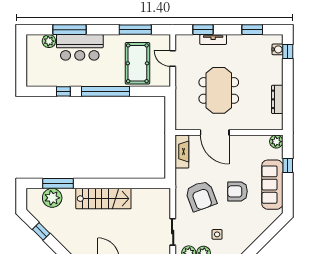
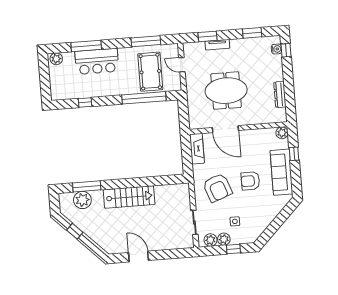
plant: (49, 41) -> (56, 59), moved
meeting table: (219, 90) -> (226, 91), turned 90
window: (106, 91) -> (144, 98), moved

